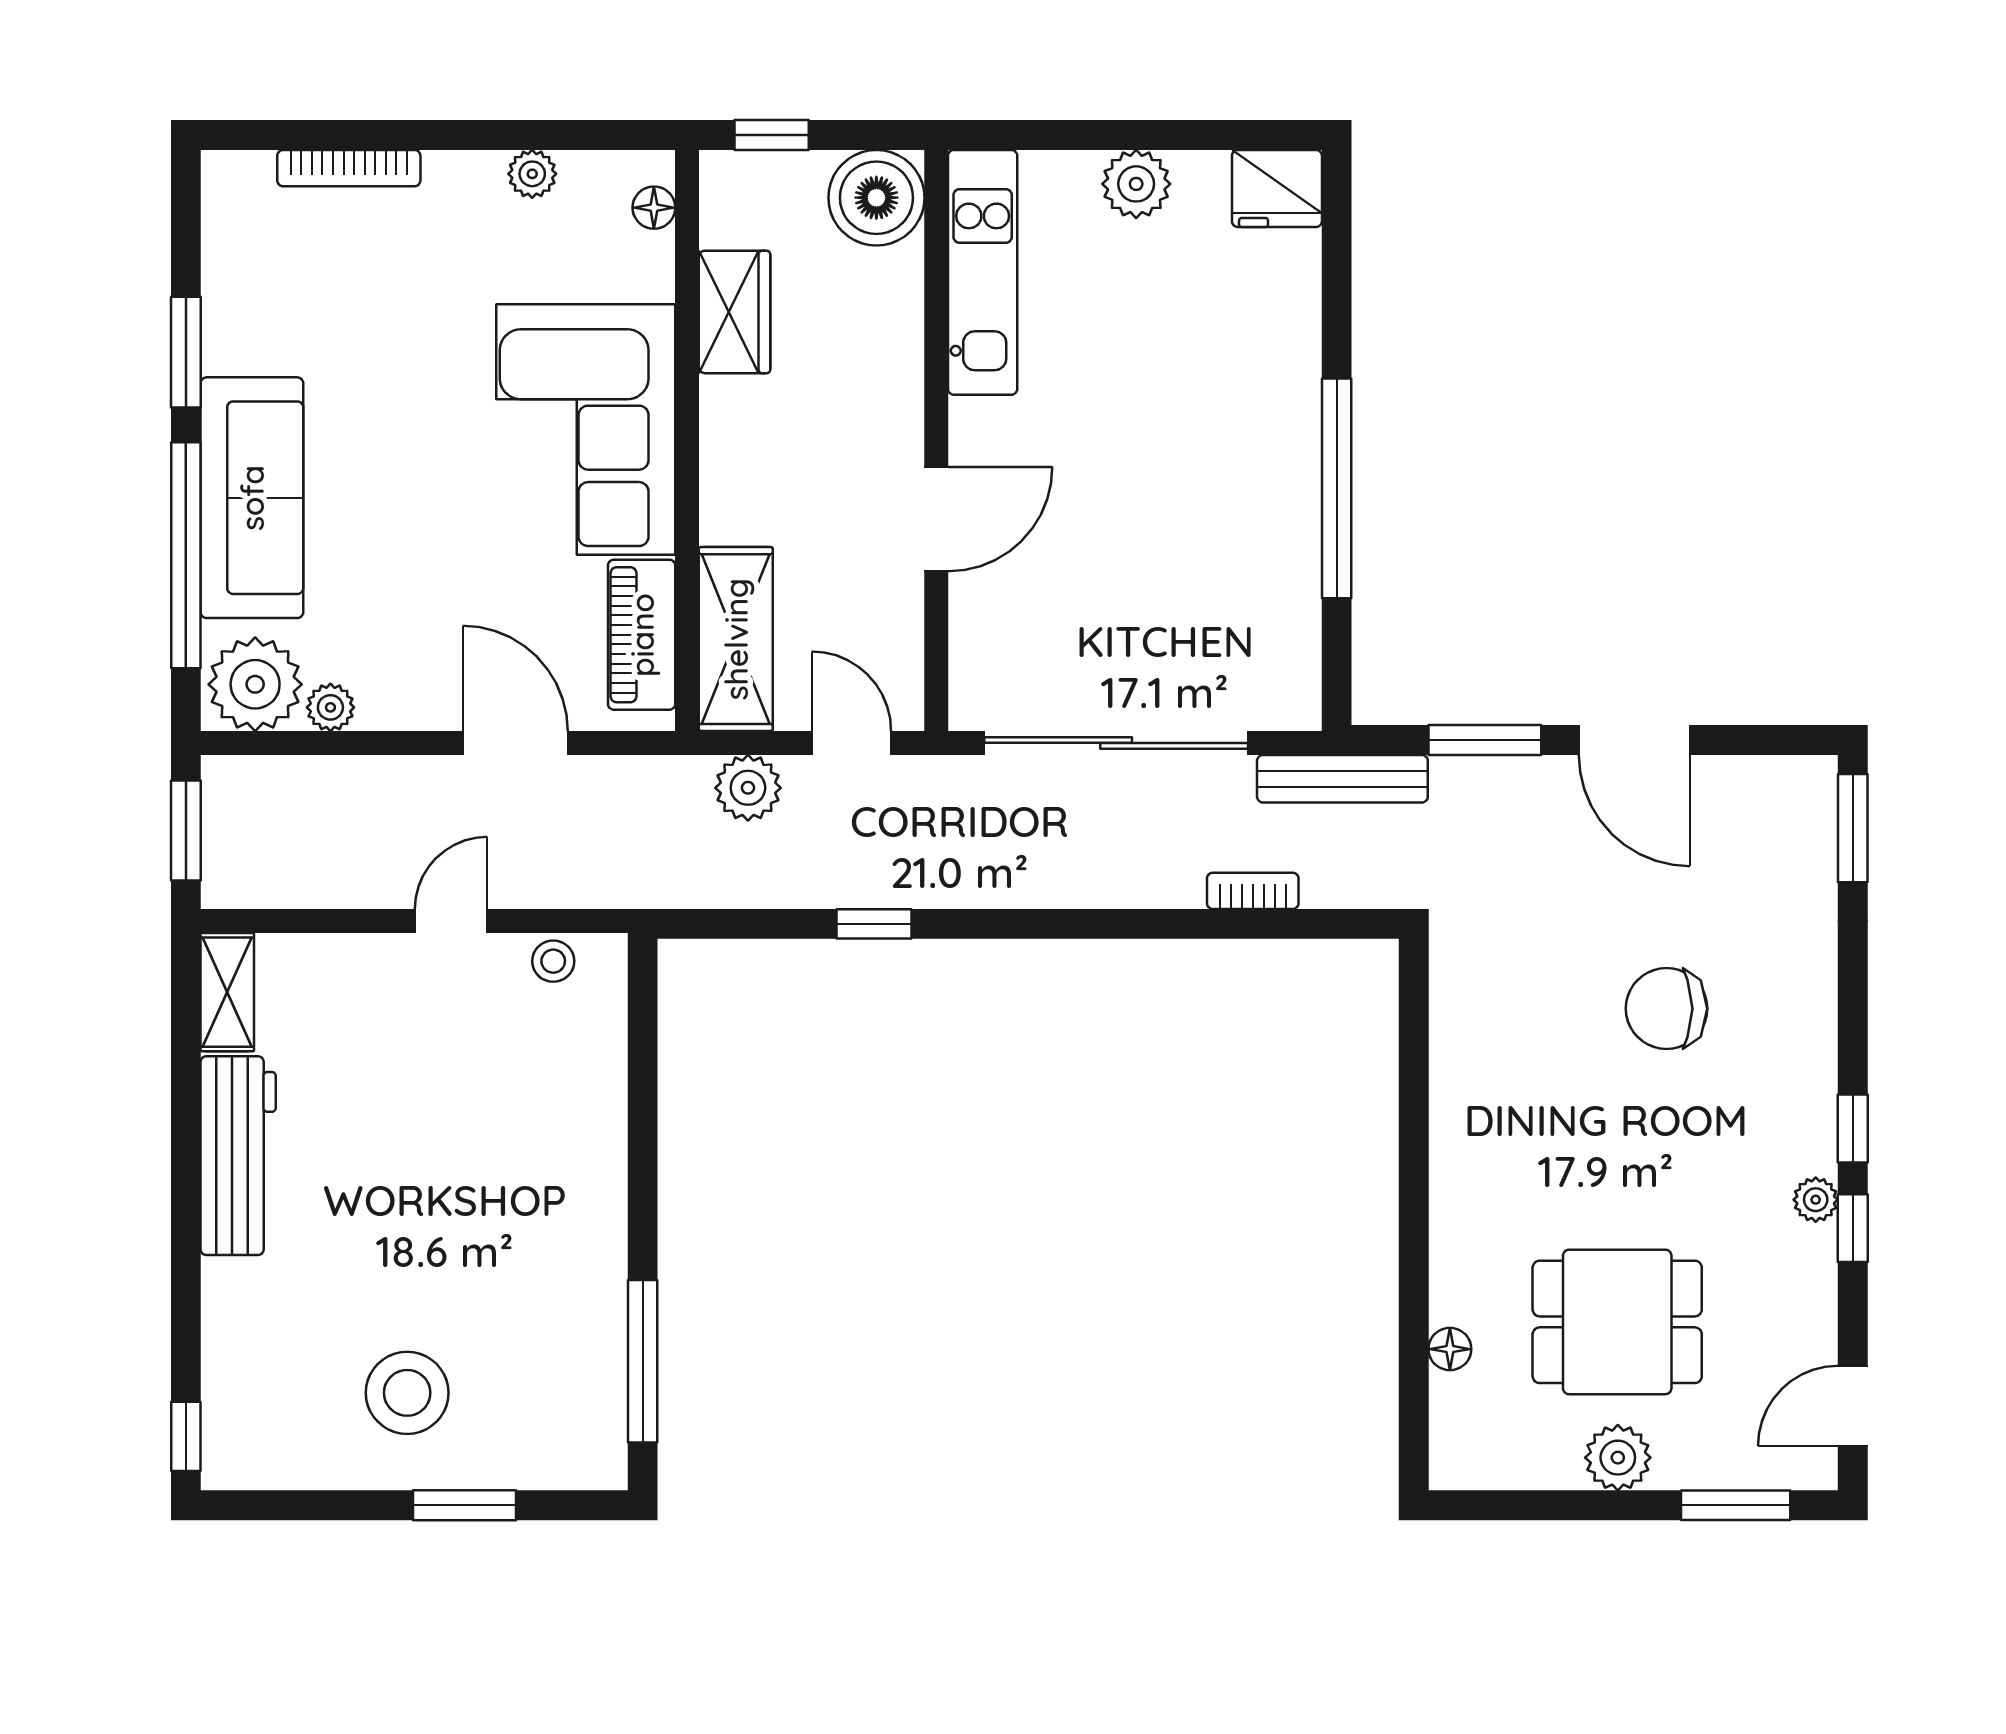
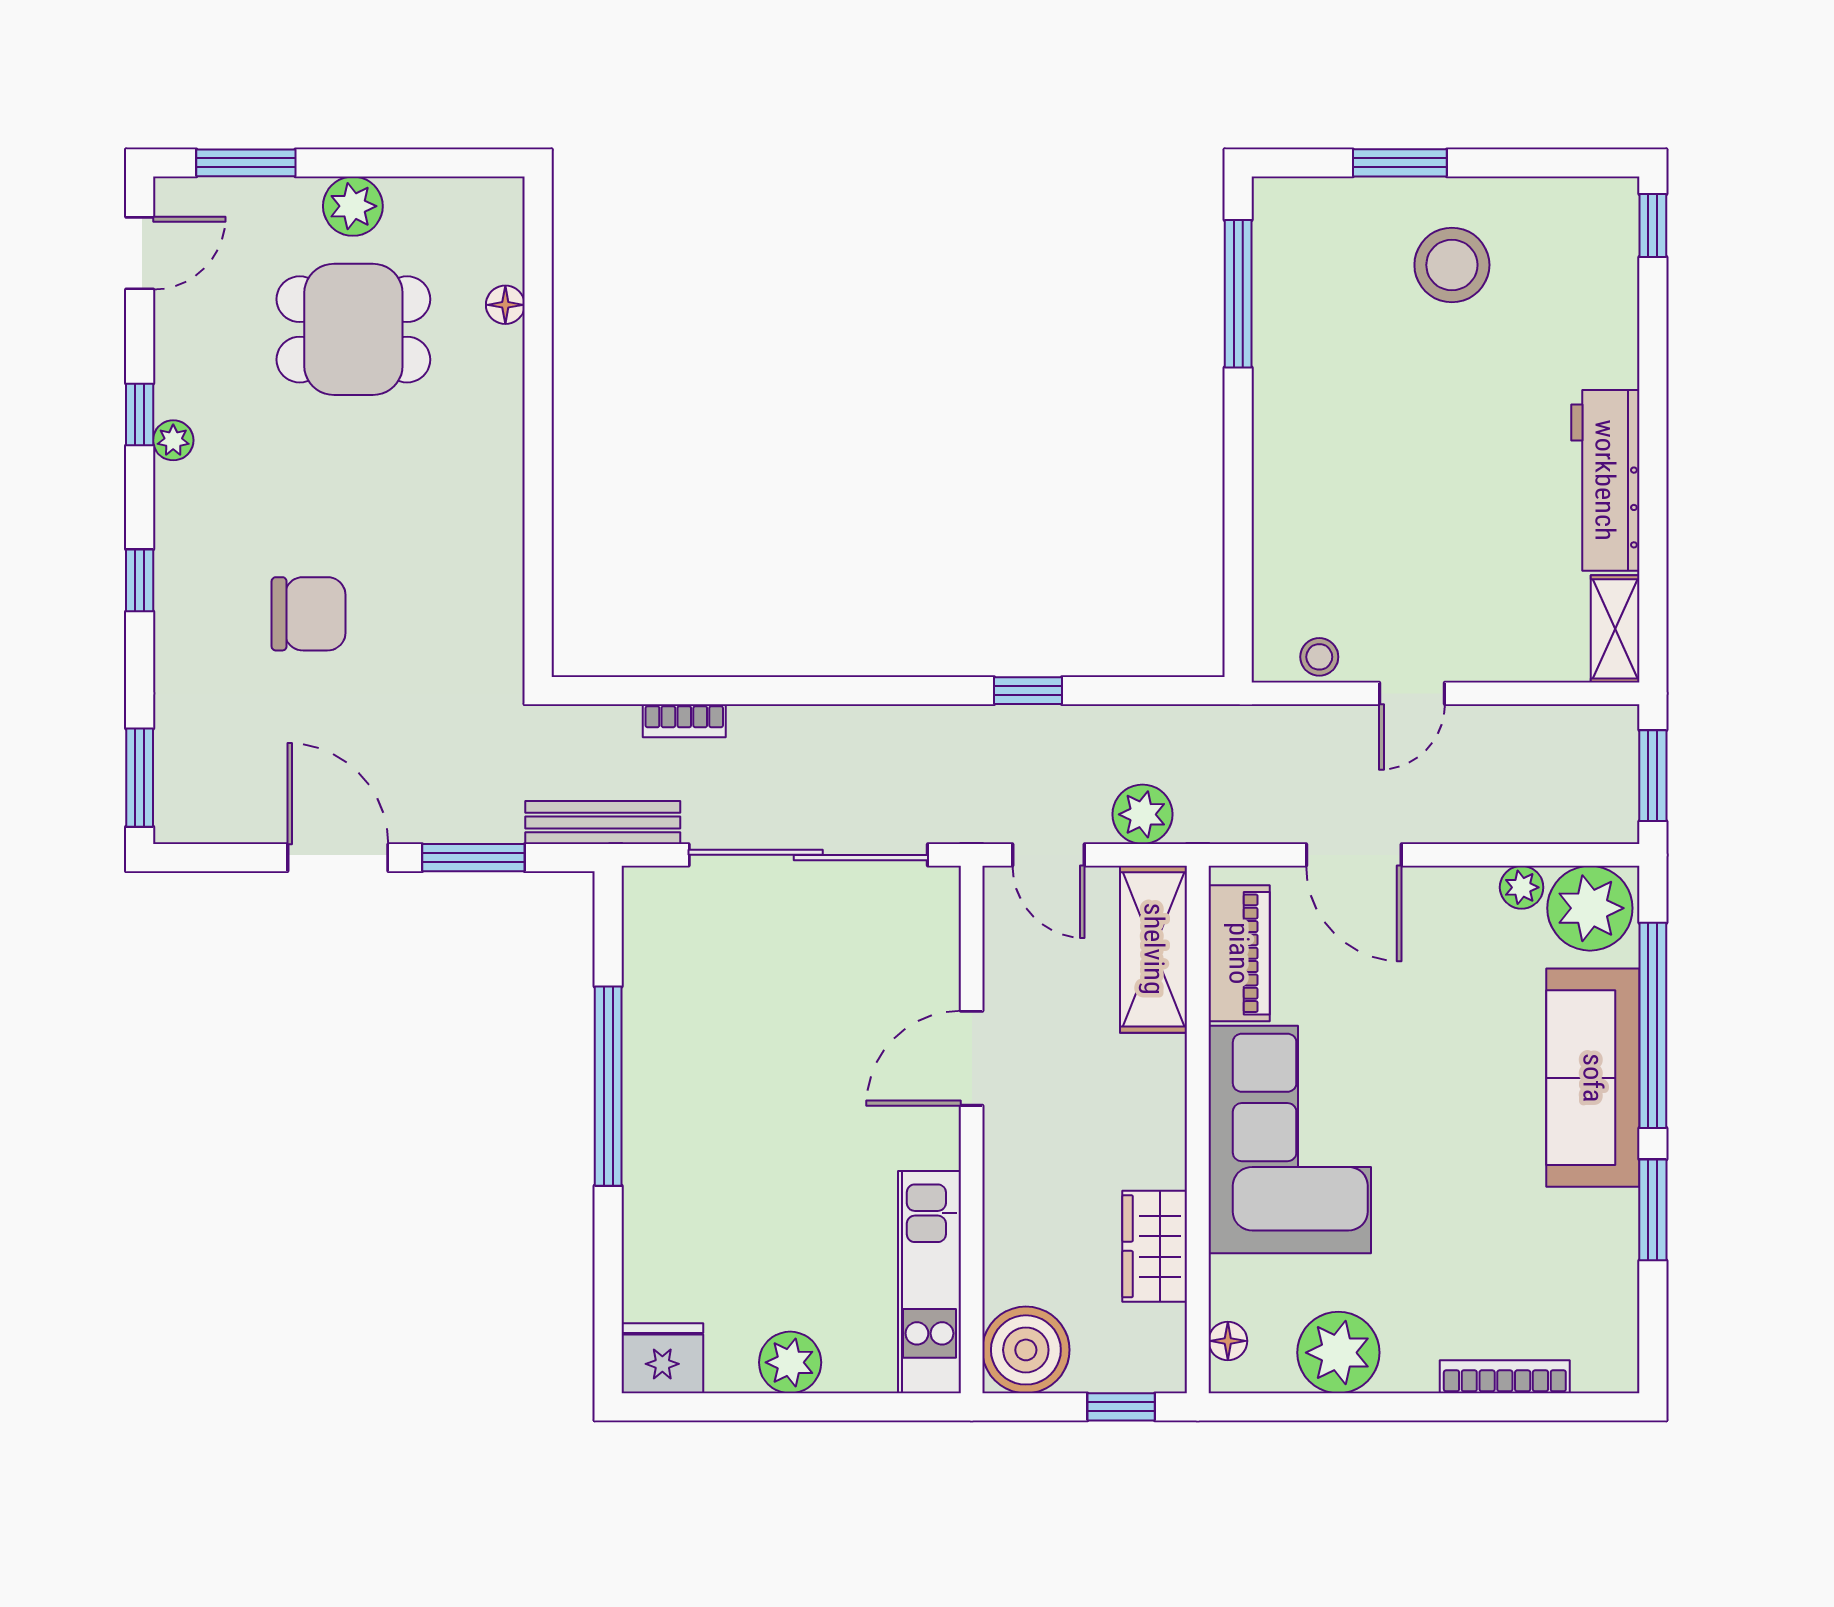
plant: (532, 174) -> (1338, 1353), width x1.88, depth x1.88
window: (1853, 1128) -> (140, 580), moved

